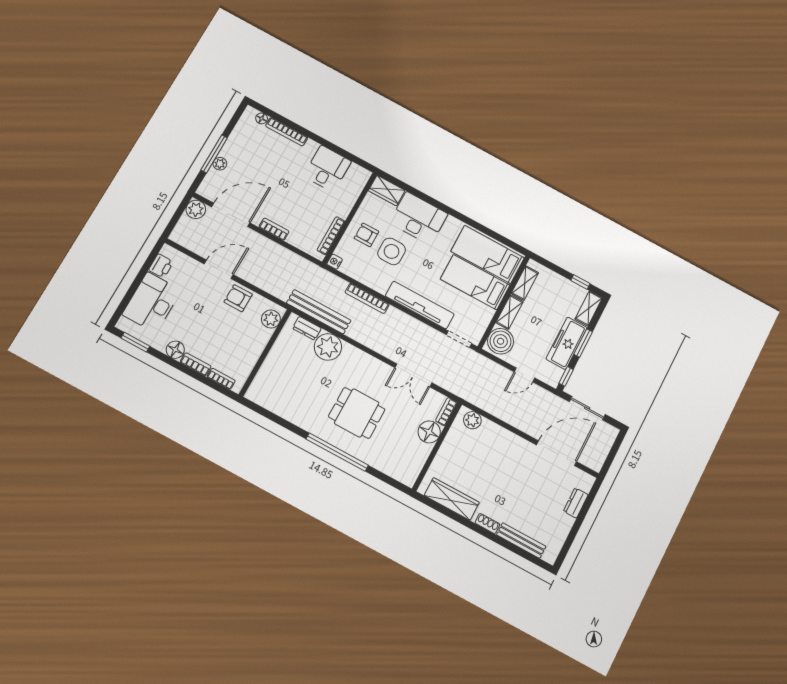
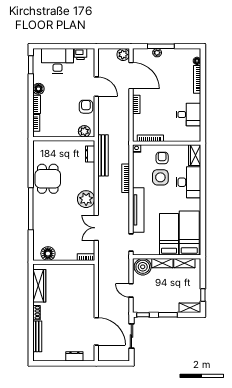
freezer: (567, 343) -> (162, 305), removed
plant: (328, 347) -> (86, 199), moved
dining table: (357, 413) -> (48, 179), moved
plant: (472, 420) -> (89, 274), removed
floor lamp: (429, 432) -> (48, 254), moved

